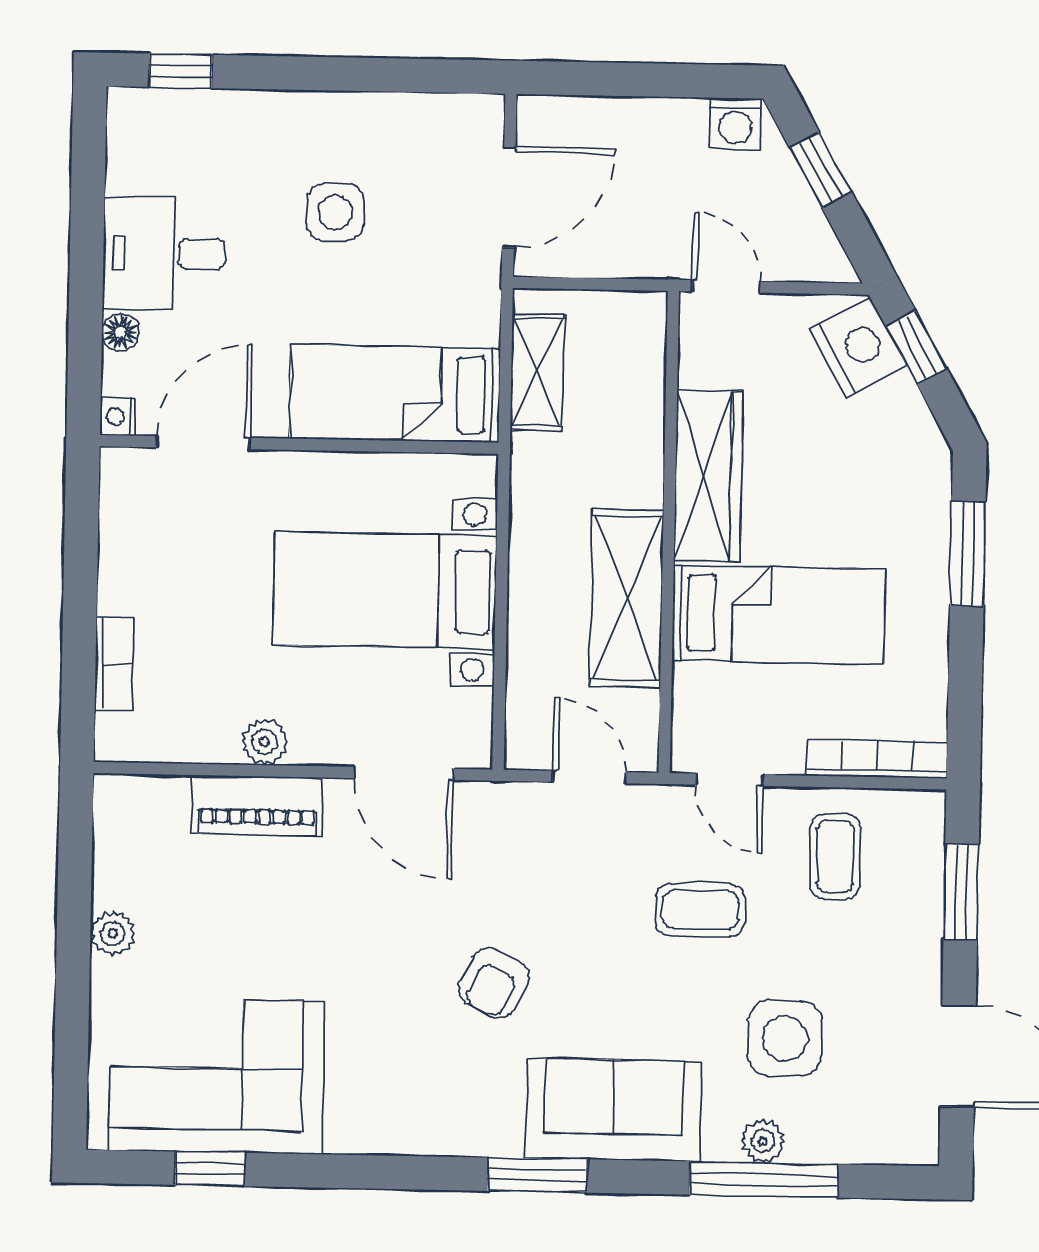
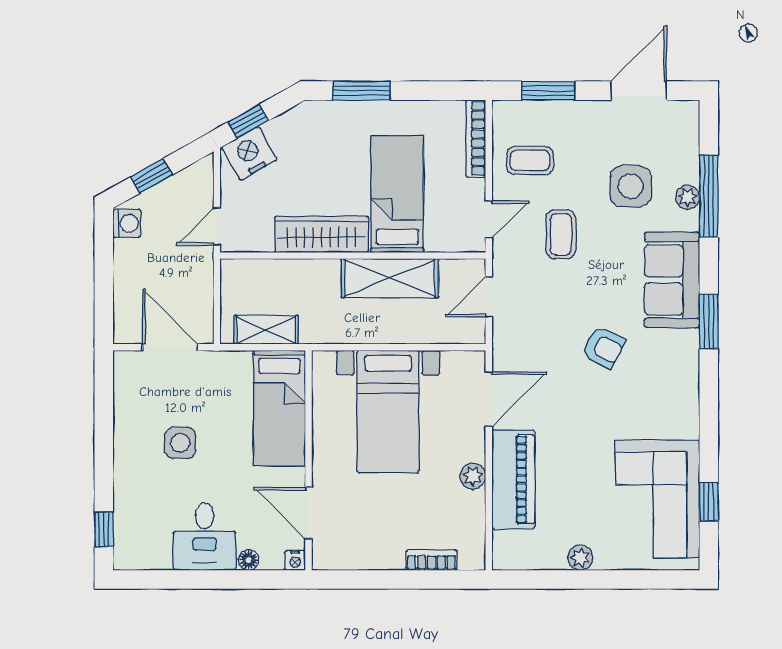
piano: (258, 806) -> (513, 479), width x1.37, depth x1.33

